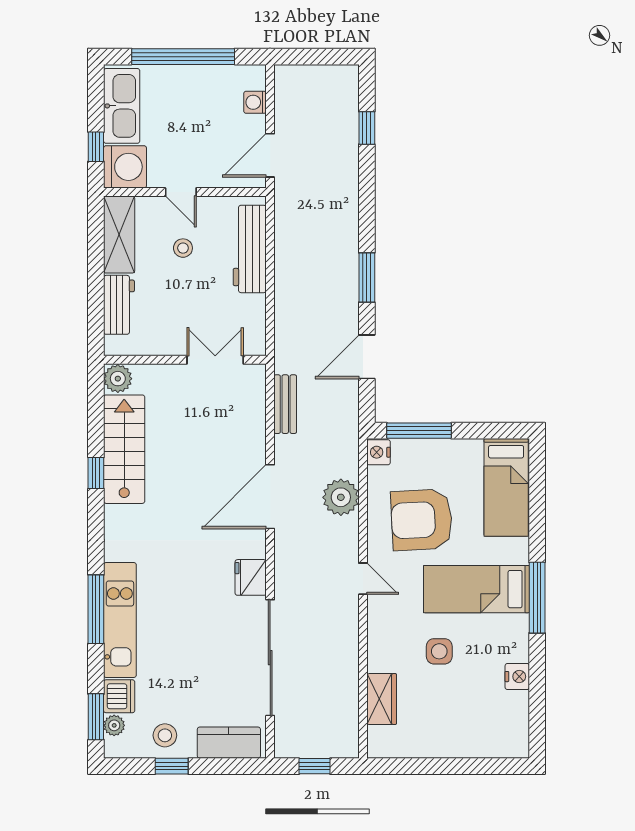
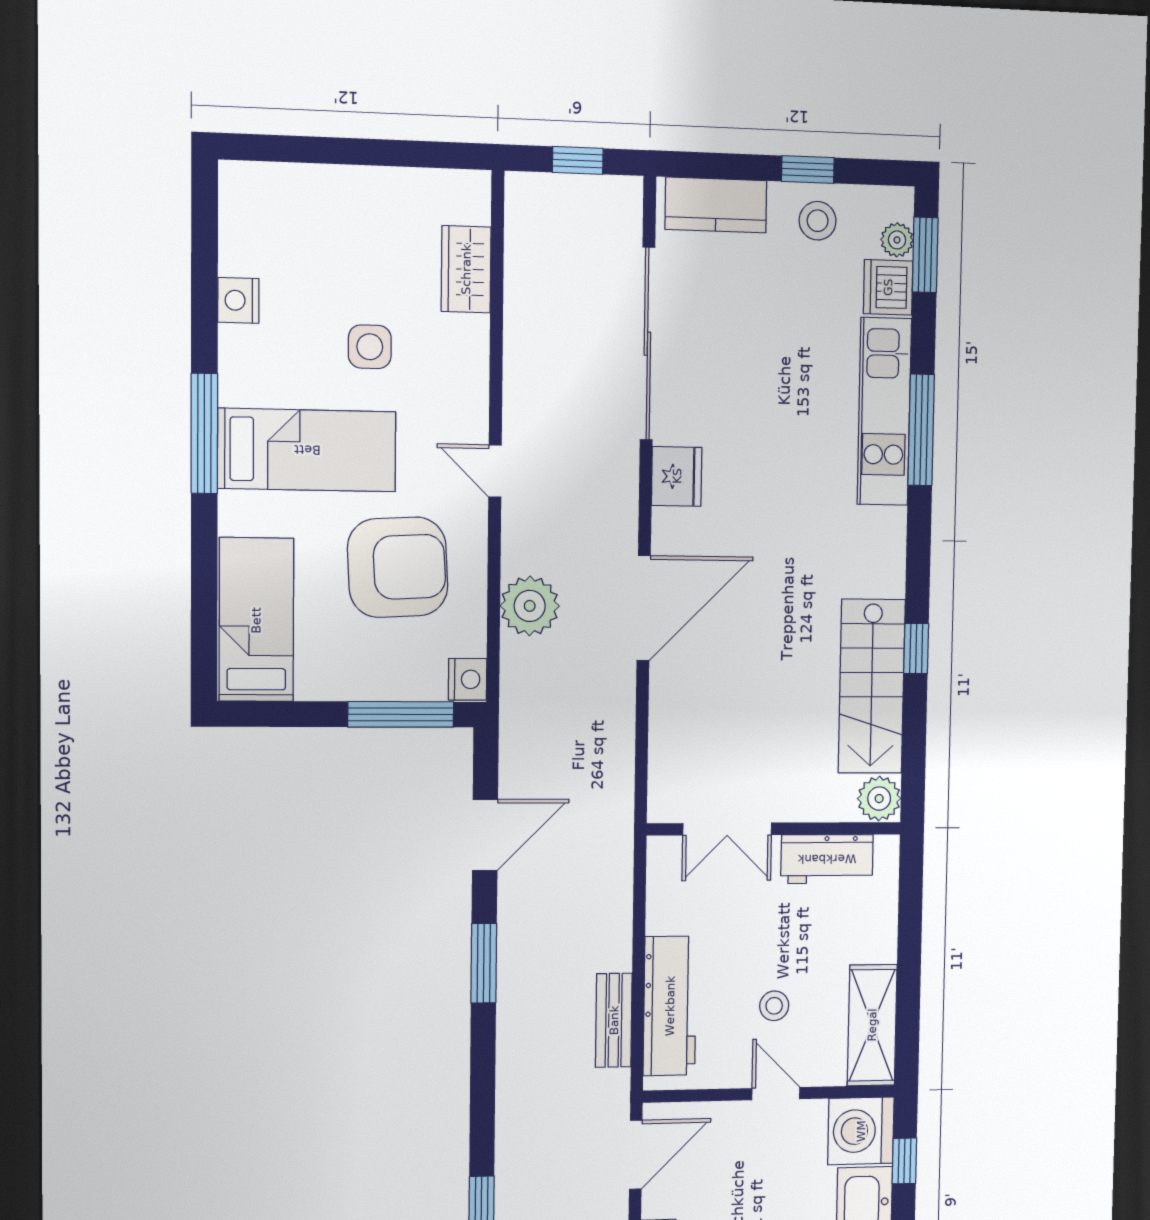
workbench: (119, 305) -> (827, 859), moved, turned -90
bench: (285, 404) -> (614, 1020), moved

